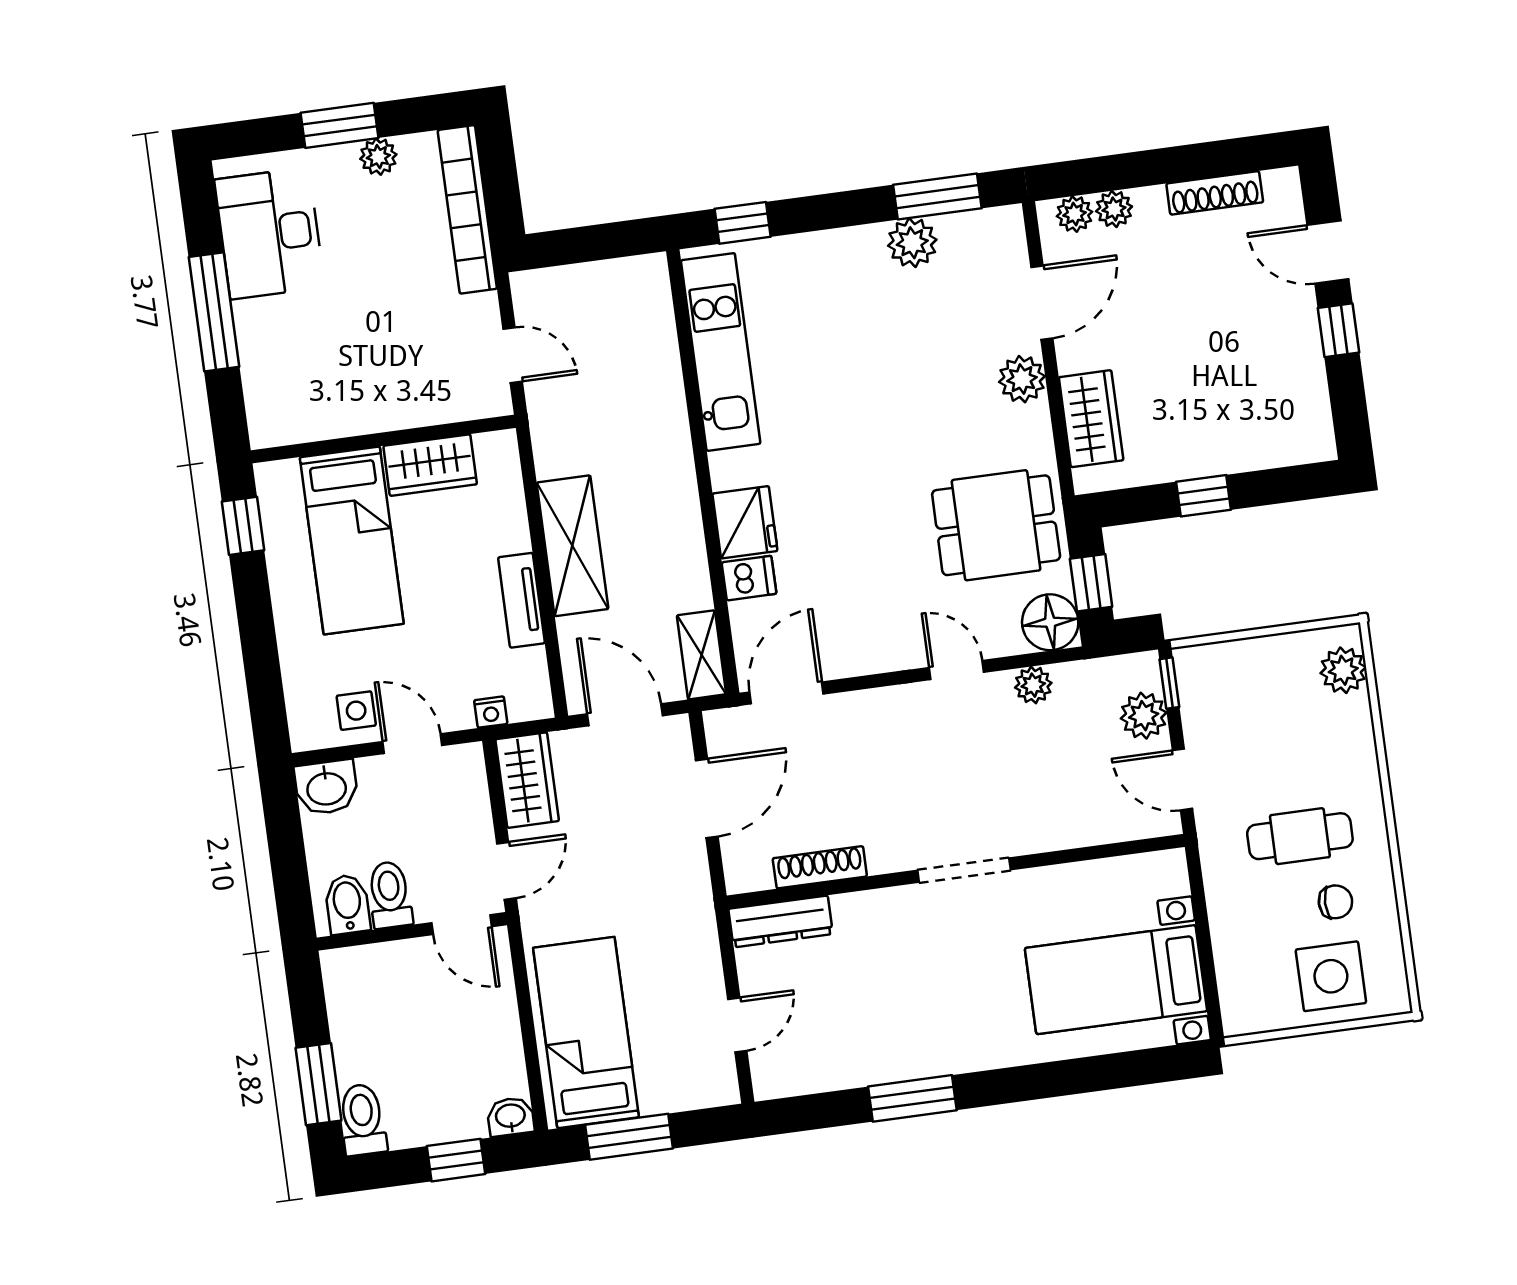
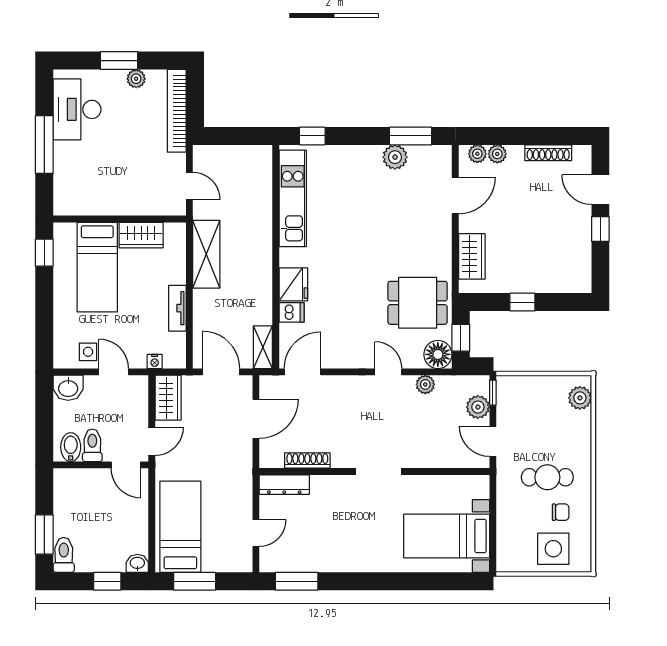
plant: (1022, 379) -> (440, 232), removed
shelving: (572, 546) -> (206, 254), moved
window: (912, 1098) -> (297, 581), moved

